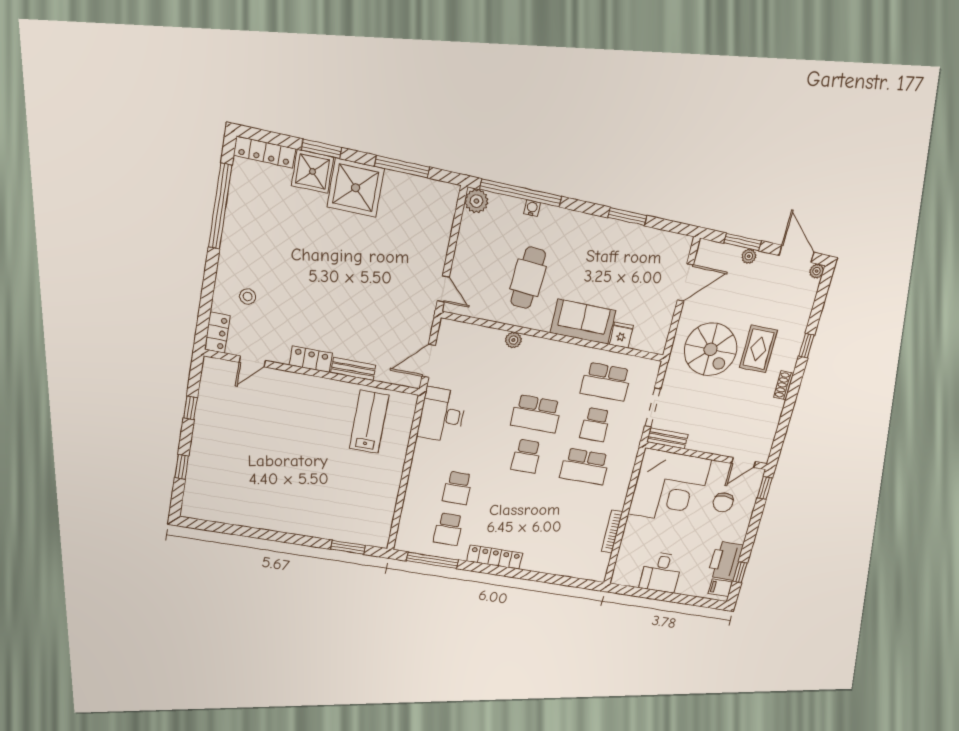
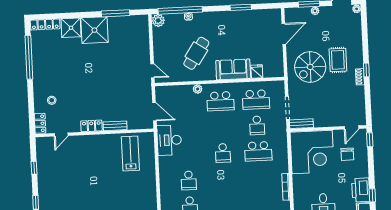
window: (321, 149) -> (73, 15), removed
cafe table: (528, 278) -> (196, 53), turned 30
window: (806, 346) -> (366, 70), moved
spiral stairs: (711, 349) -> (310, 67), turned 90
door: (429, 361) -> (154, 112), swing flipped
school desk: (536, 414) -> (220, 101), moved

